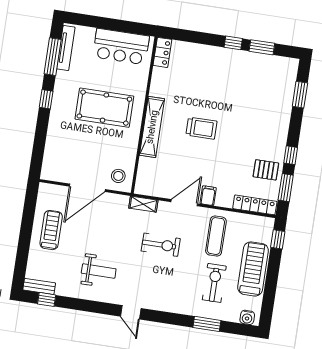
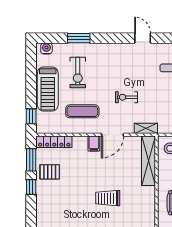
shelving: (152, 127) -> (149, 161), moved
exercise mat: (216, 236) -> (82, 111), turned 90
exercise bike: (161, 245) -> (126, 97), width x0.73, depth x0.72

